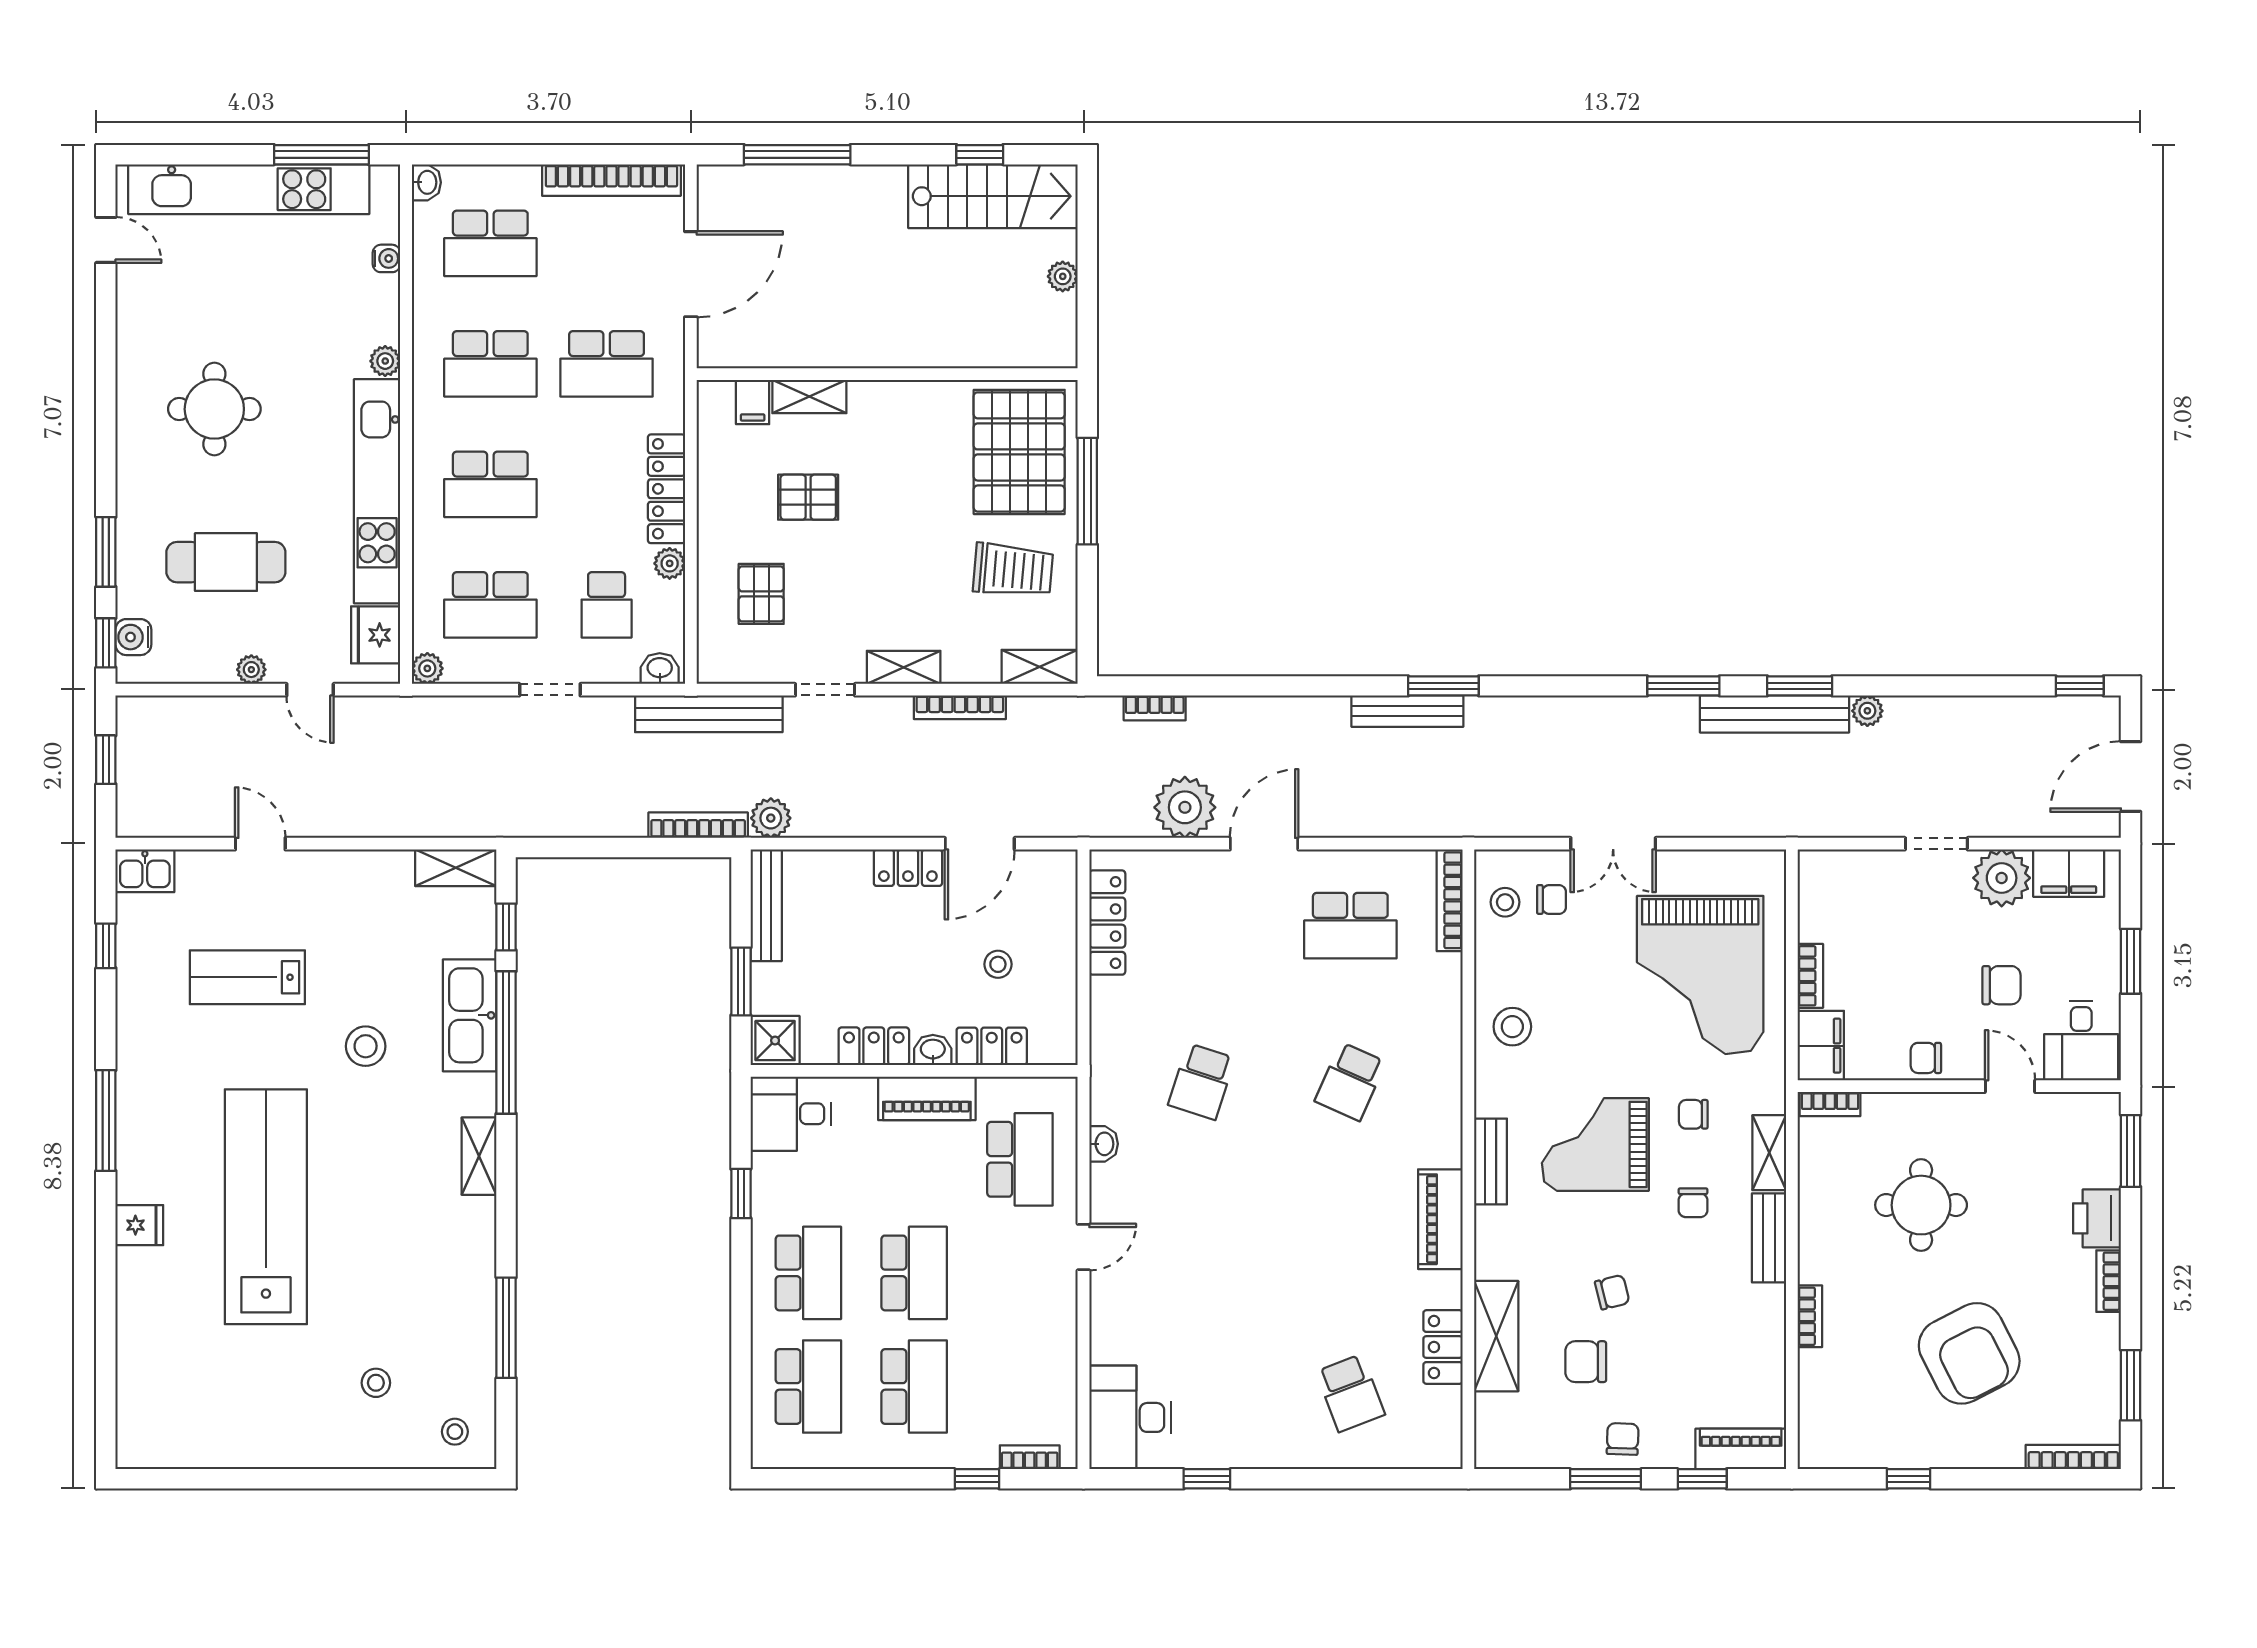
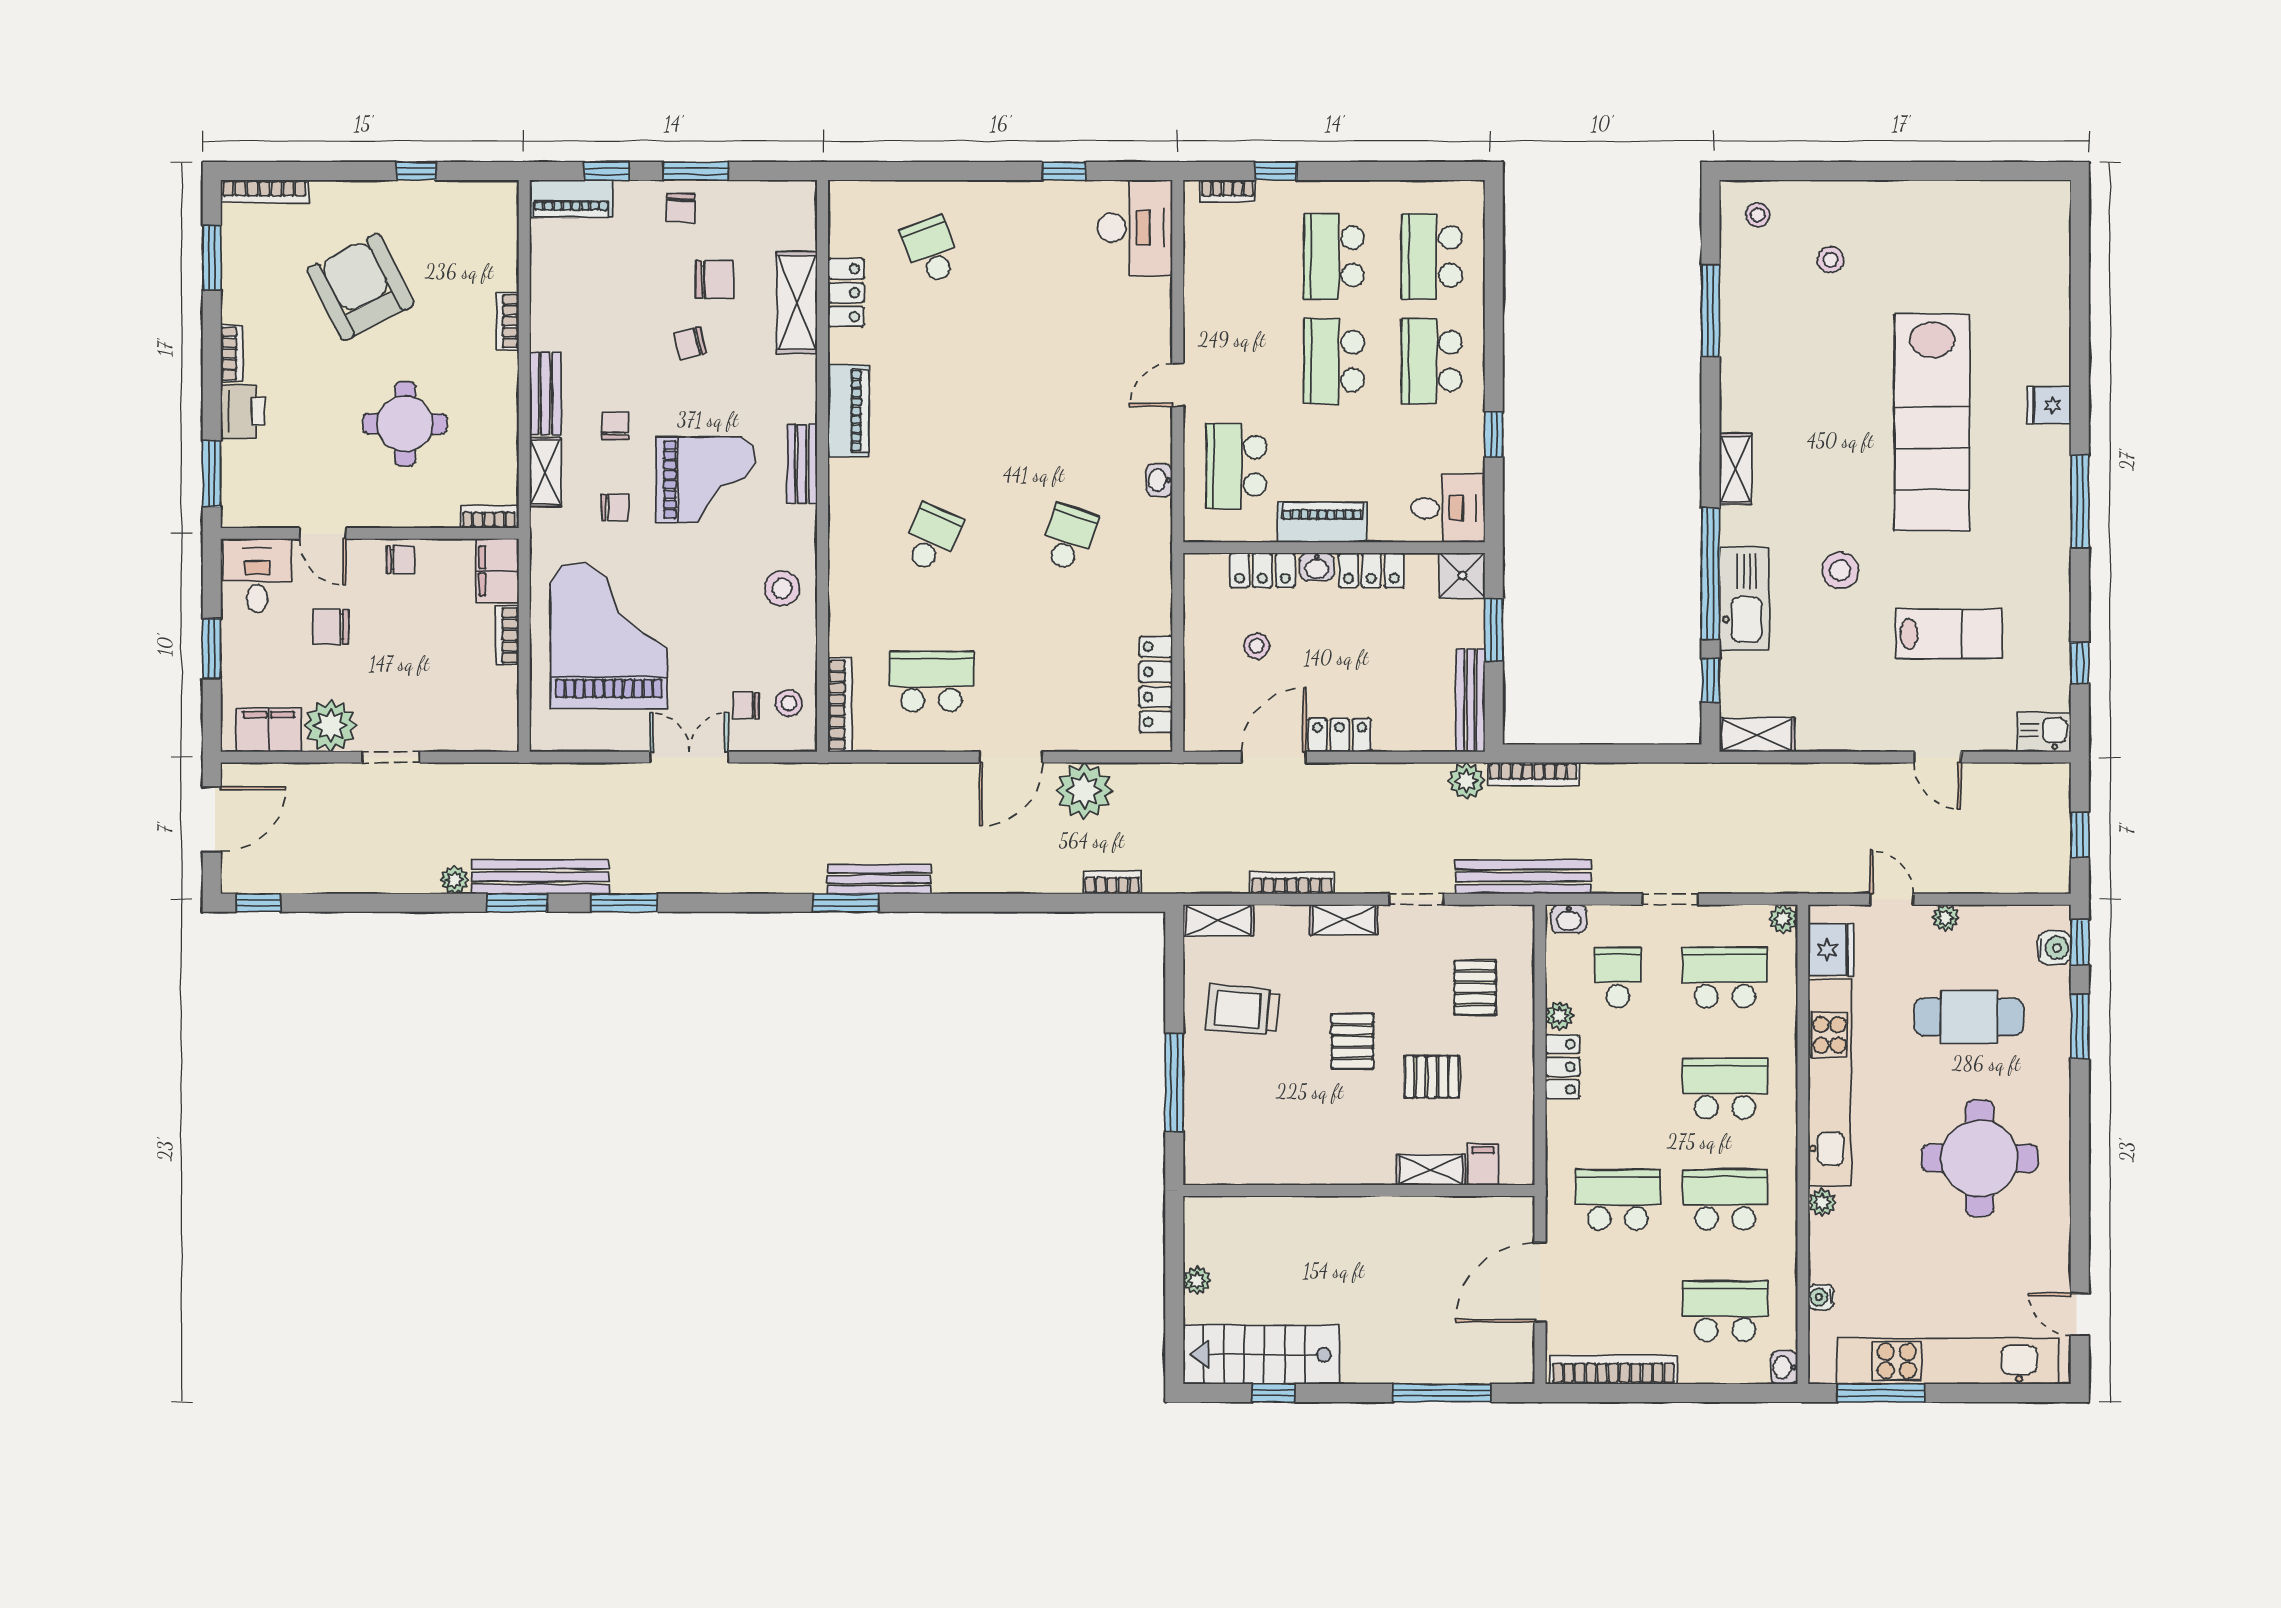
round table: (214, 409) -> (1980, 1158), width x1.36, depth x1.36
pallet: (1019, 452) -> (1352, 1041), moved, width x0.49, depth x0.50
locker: (667, 489) -> (1562, 1067), width x0.66

